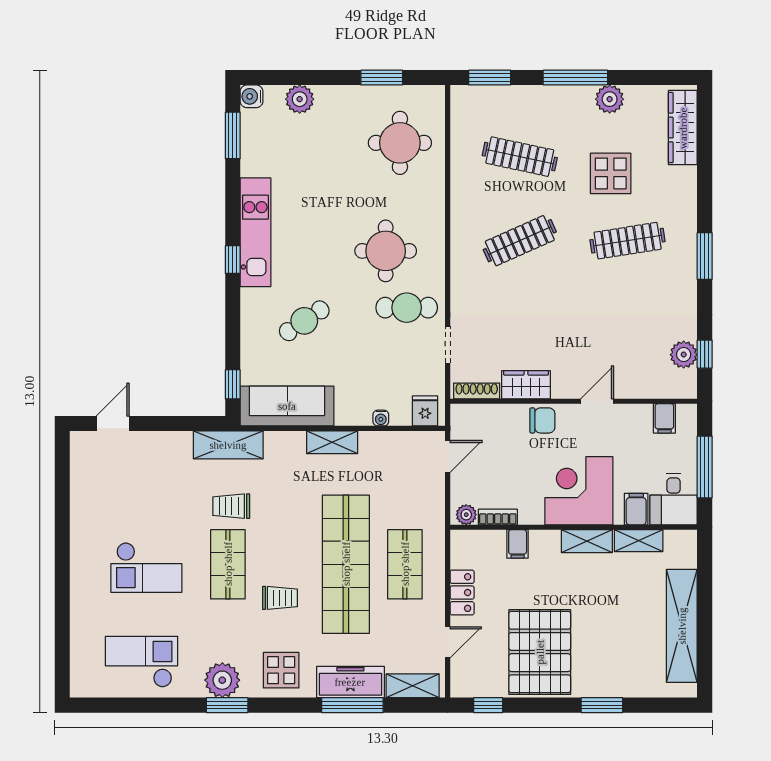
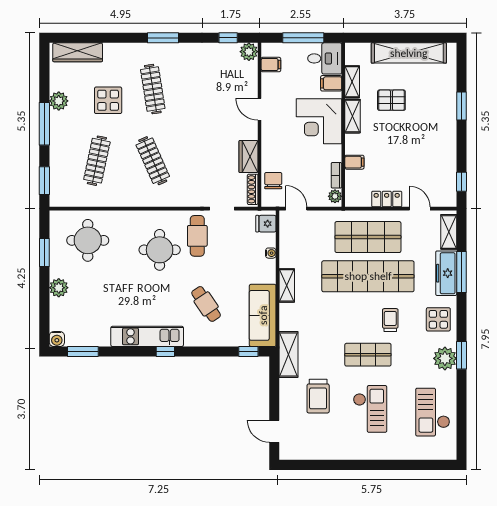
plant: (300, 99) -> (59, 288), moved
plant: (684, 355) -> (249, 52), moved
chair: (542, 420) -> (273, 181), moved
trolley: (231, 506) -> (318, 396), moved, width x1.36, depth x1.39
shop shelf: (405, 564) -> (368, 237), width x1.43, depth x1.36
pallet: (540, 652) -> (391, 100), moved, width x0.49, depth x0.50

